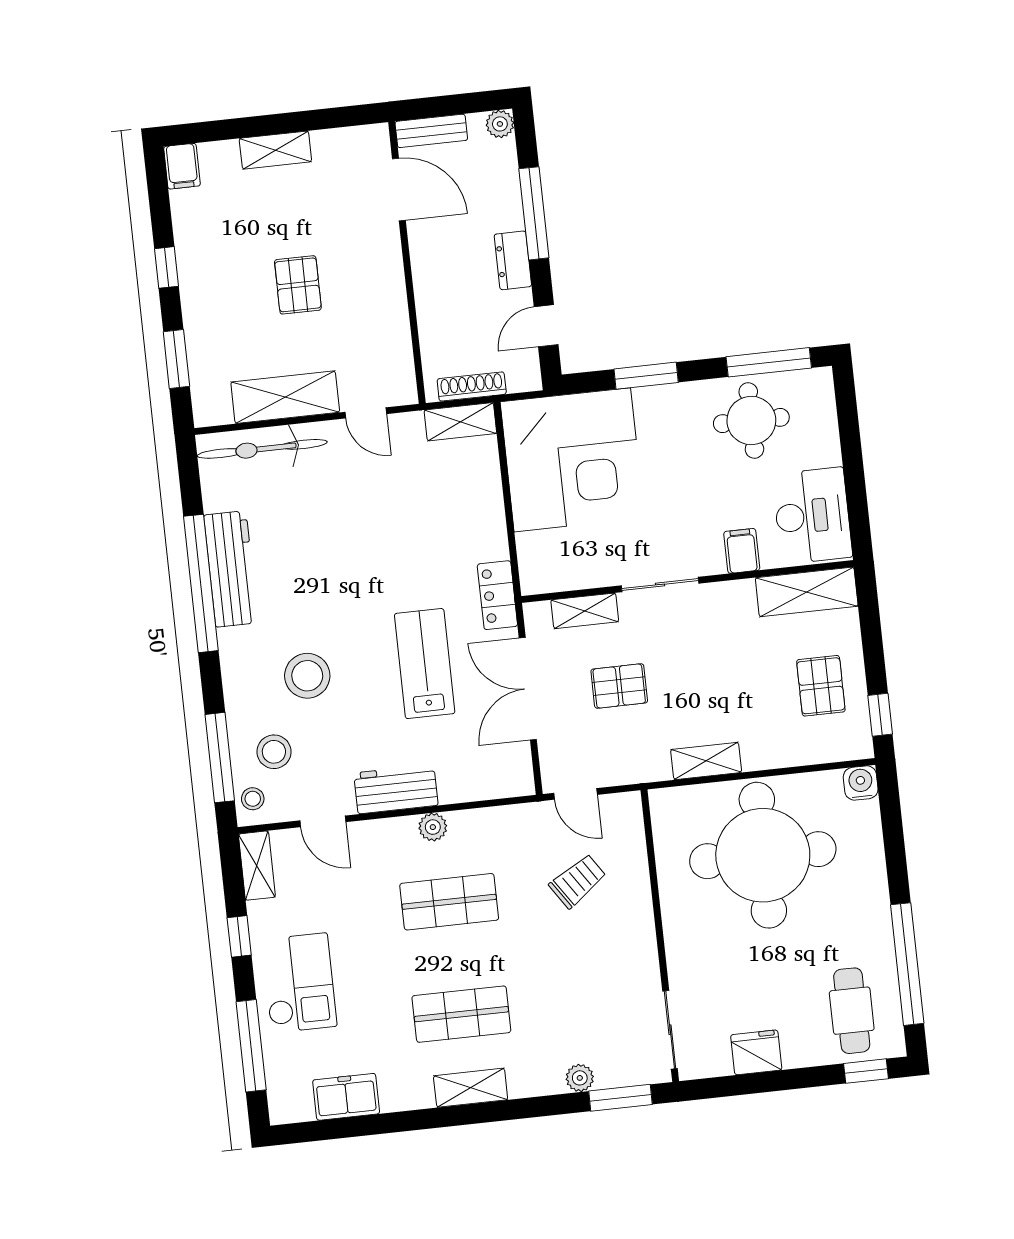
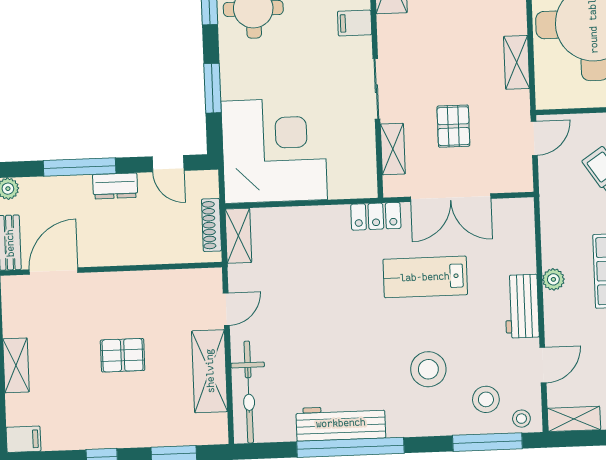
door: (576, 794) -> (534, 138), moved

